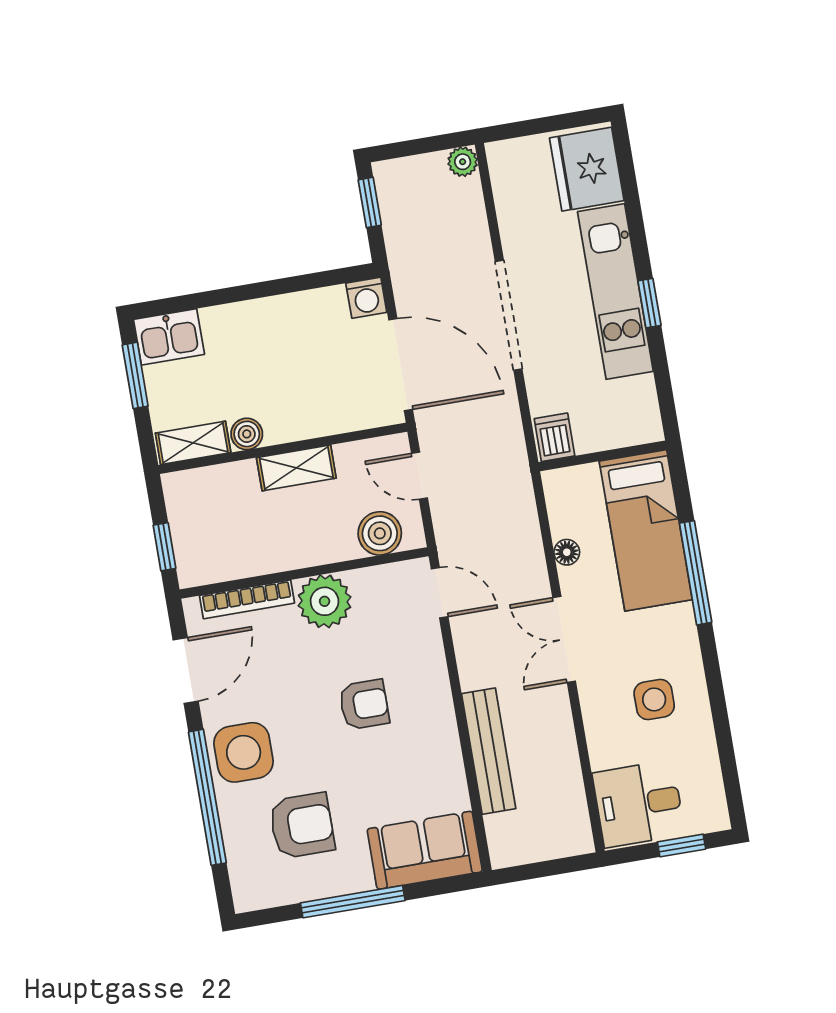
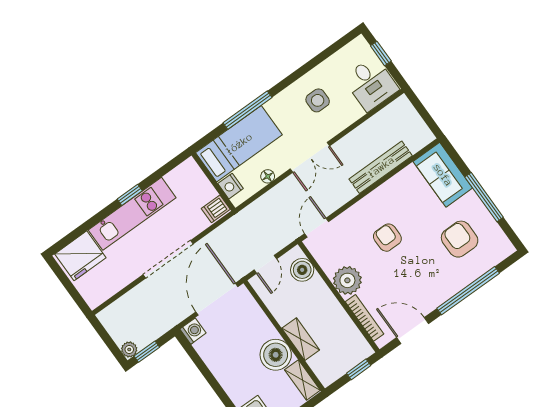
plant: (463, 162) -> (129, 349), moved
boiler: (247, 434) -> (276, 355), width x1.86, depth x1.86
shelving: (296, 468) -> (301, 339), moved
nightstand: (581, 481) -> (231, 186), added
side table: (244, 752) -> (438, 284), removed

